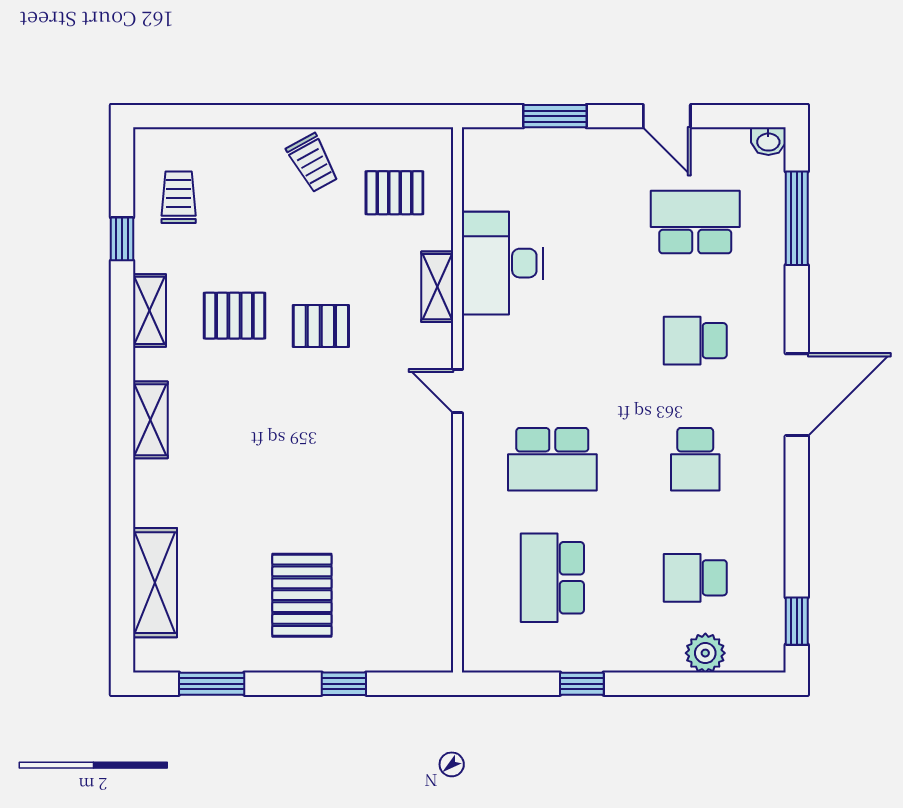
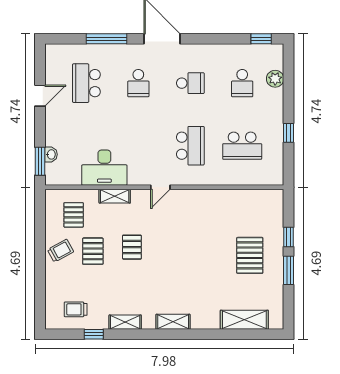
window: (555, 116) -> (40, 161), moved
washbasin: (768, 141) -> (51, 154), moved
window: (797, 218) -> (107, 39), moved
pallet: (234, 316) -> (93, 251), moved
pallet: (302, 595) -> (250, 255), turned 90
window: (212, 684) -> (289, 270), moved

